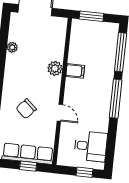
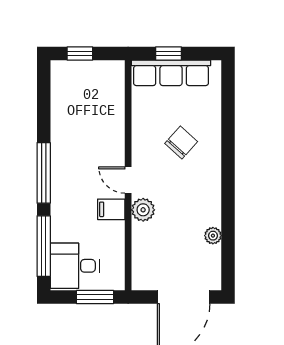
door: (60, 113) -> (128, 180), moved
desk: (91, 146) -> (75, 266), moved

